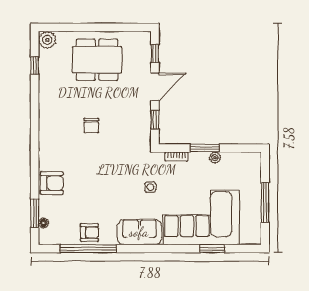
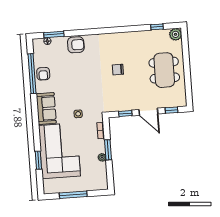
armchair: (52, 183) -> (76, 45), turned -90

